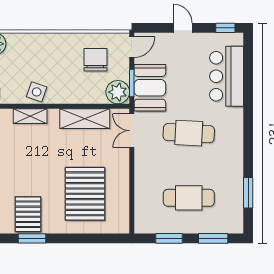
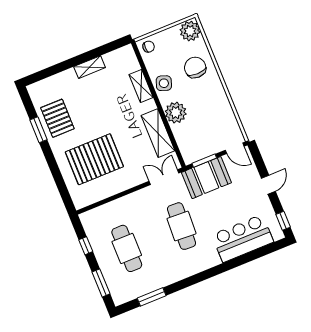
chair: (95, 60) -> (195, 68), moved, turned -90
plant: (118, 92) -> (176, 113), moved
pallet: (28, 214) -> (57, 118), turned 90
window: (169, 238) -> (86, 246), width x0.67

